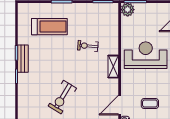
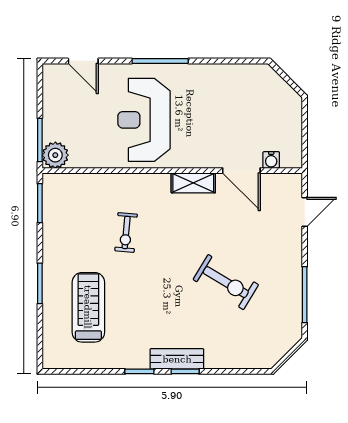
bench: (23, 59) -> (177, 359), moved
shelving: (113, 67) -> (193, 183), moved
coffee table: (150, 103) -> (238, 112), removed

